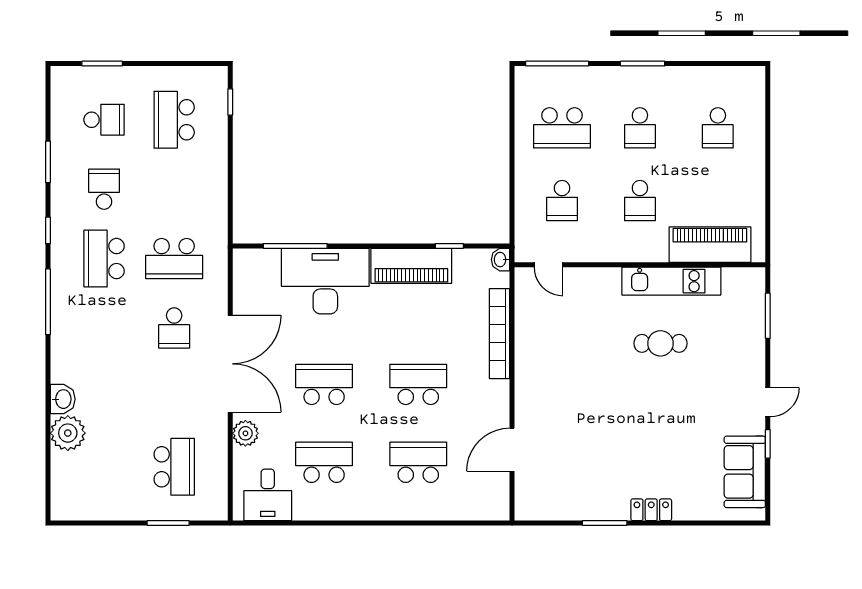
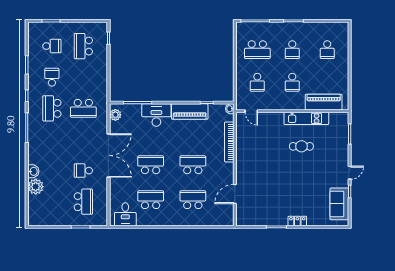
desk: (325, 281) -> (156, 115), width x0.73, depth x0.77
school desk: (174, 328) -> (83, 171), moved, turned 90
plant: (245, 433) -> (115, 115), moved

